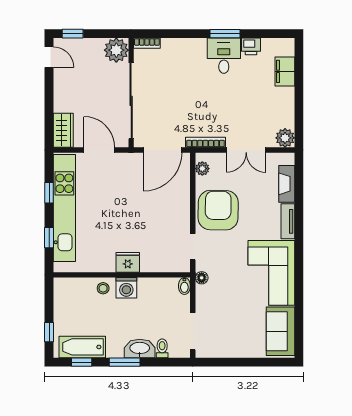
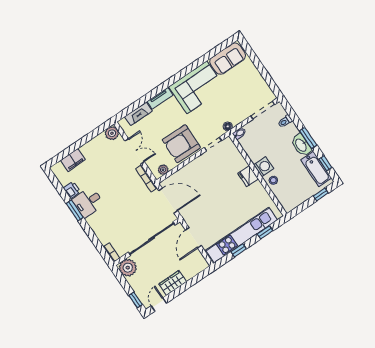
wardrobe: (63, 130) -> (173, 283), moved
washbasin: (140, 349) -> (301, 145), moved

